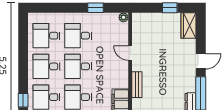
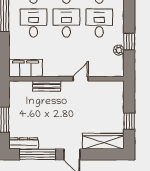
plant: (123, 17) -> (119, 50), moved
wardrobe: (188, 25) -> (103, 141), width x1.50

